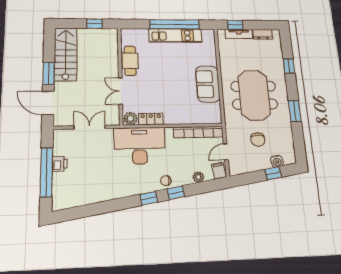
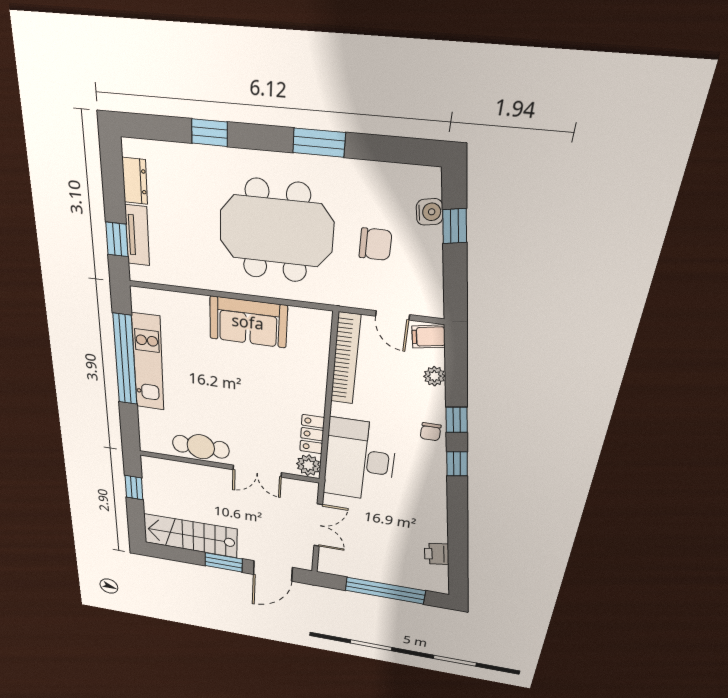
double door: (90, 127) -> (318, 525), swing flipped
printer: (60, 164) -> (437, 554), moved, turned -99

